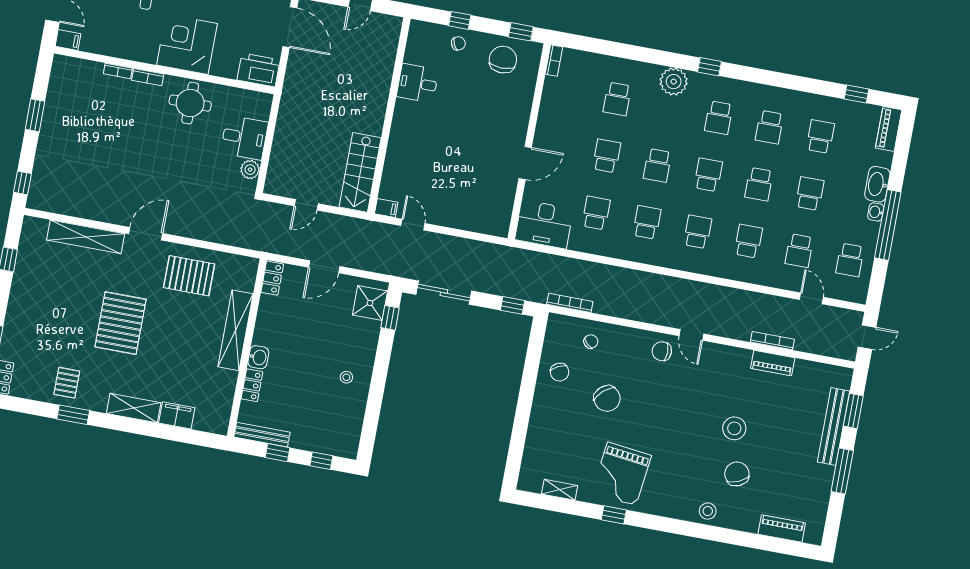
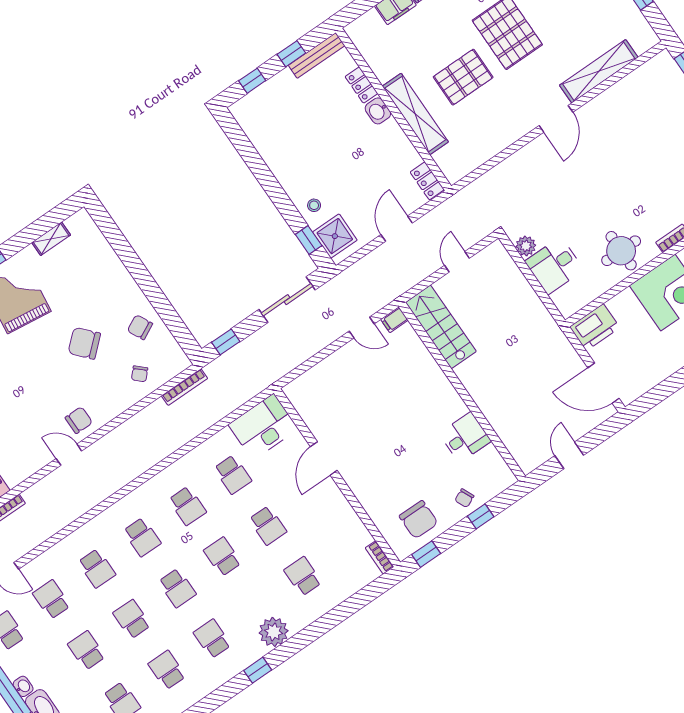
school desk: (810, 194) -> (87, 650), turned 180
pallet: (189, 276) -> (463, 77), moved
stool: (346, 377) -> (314, 205), moved

